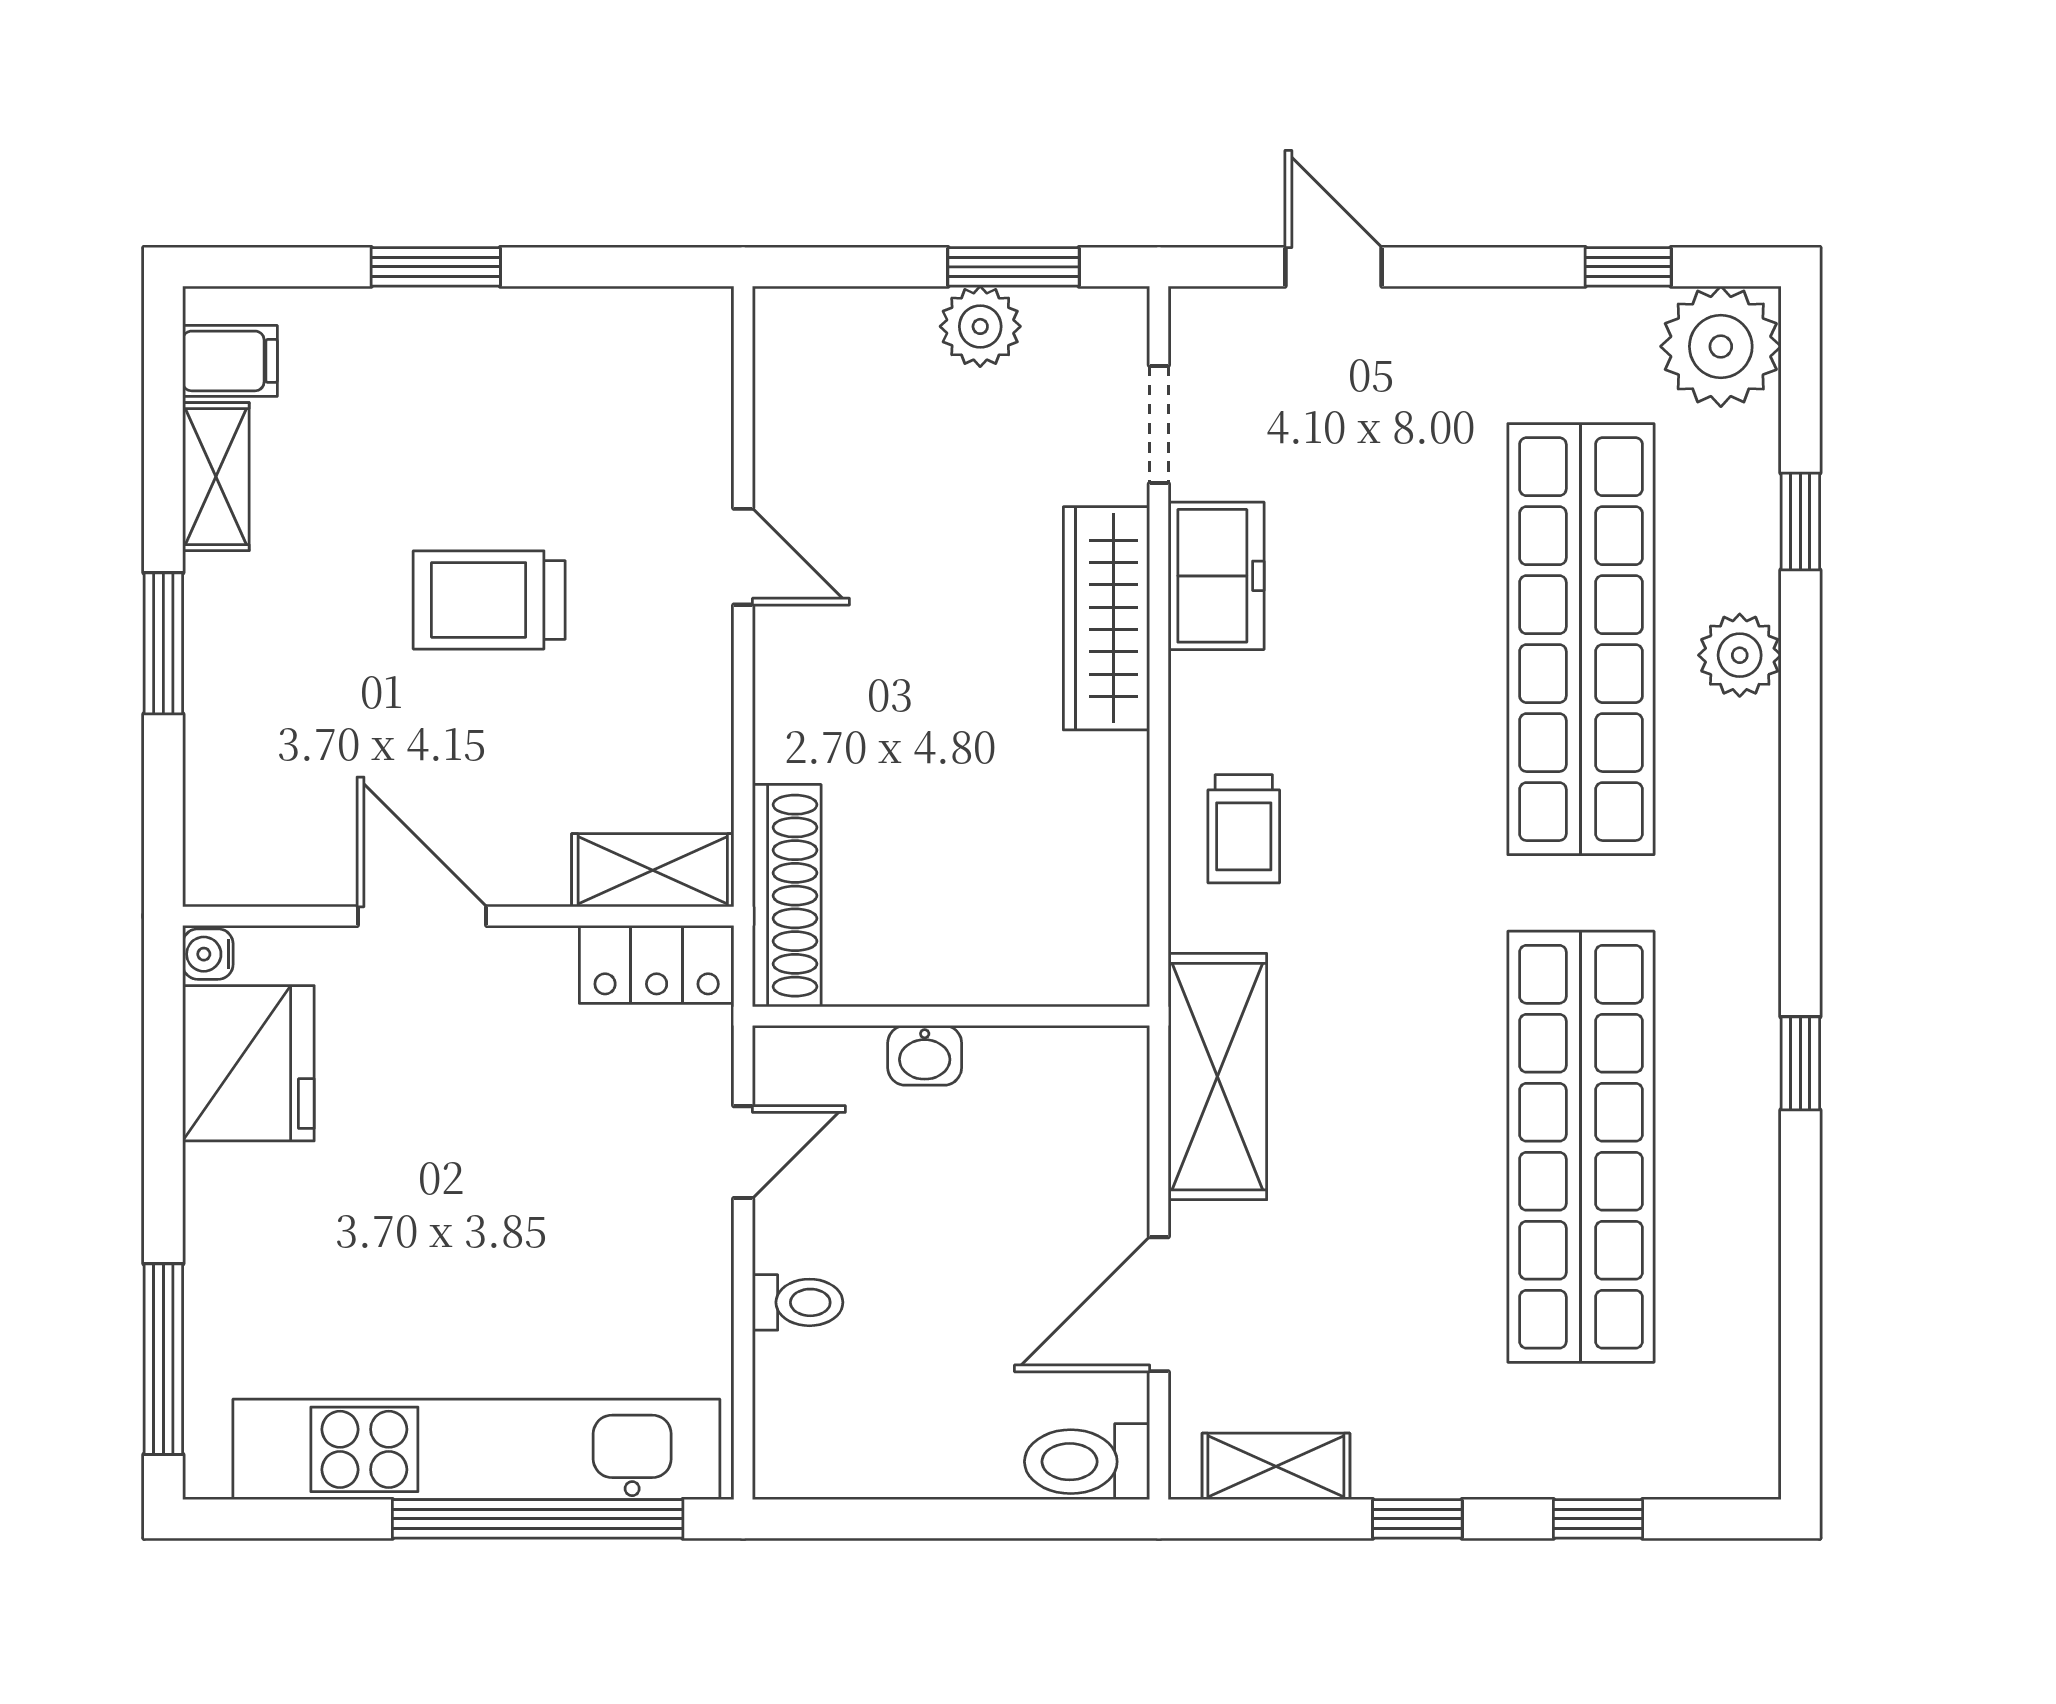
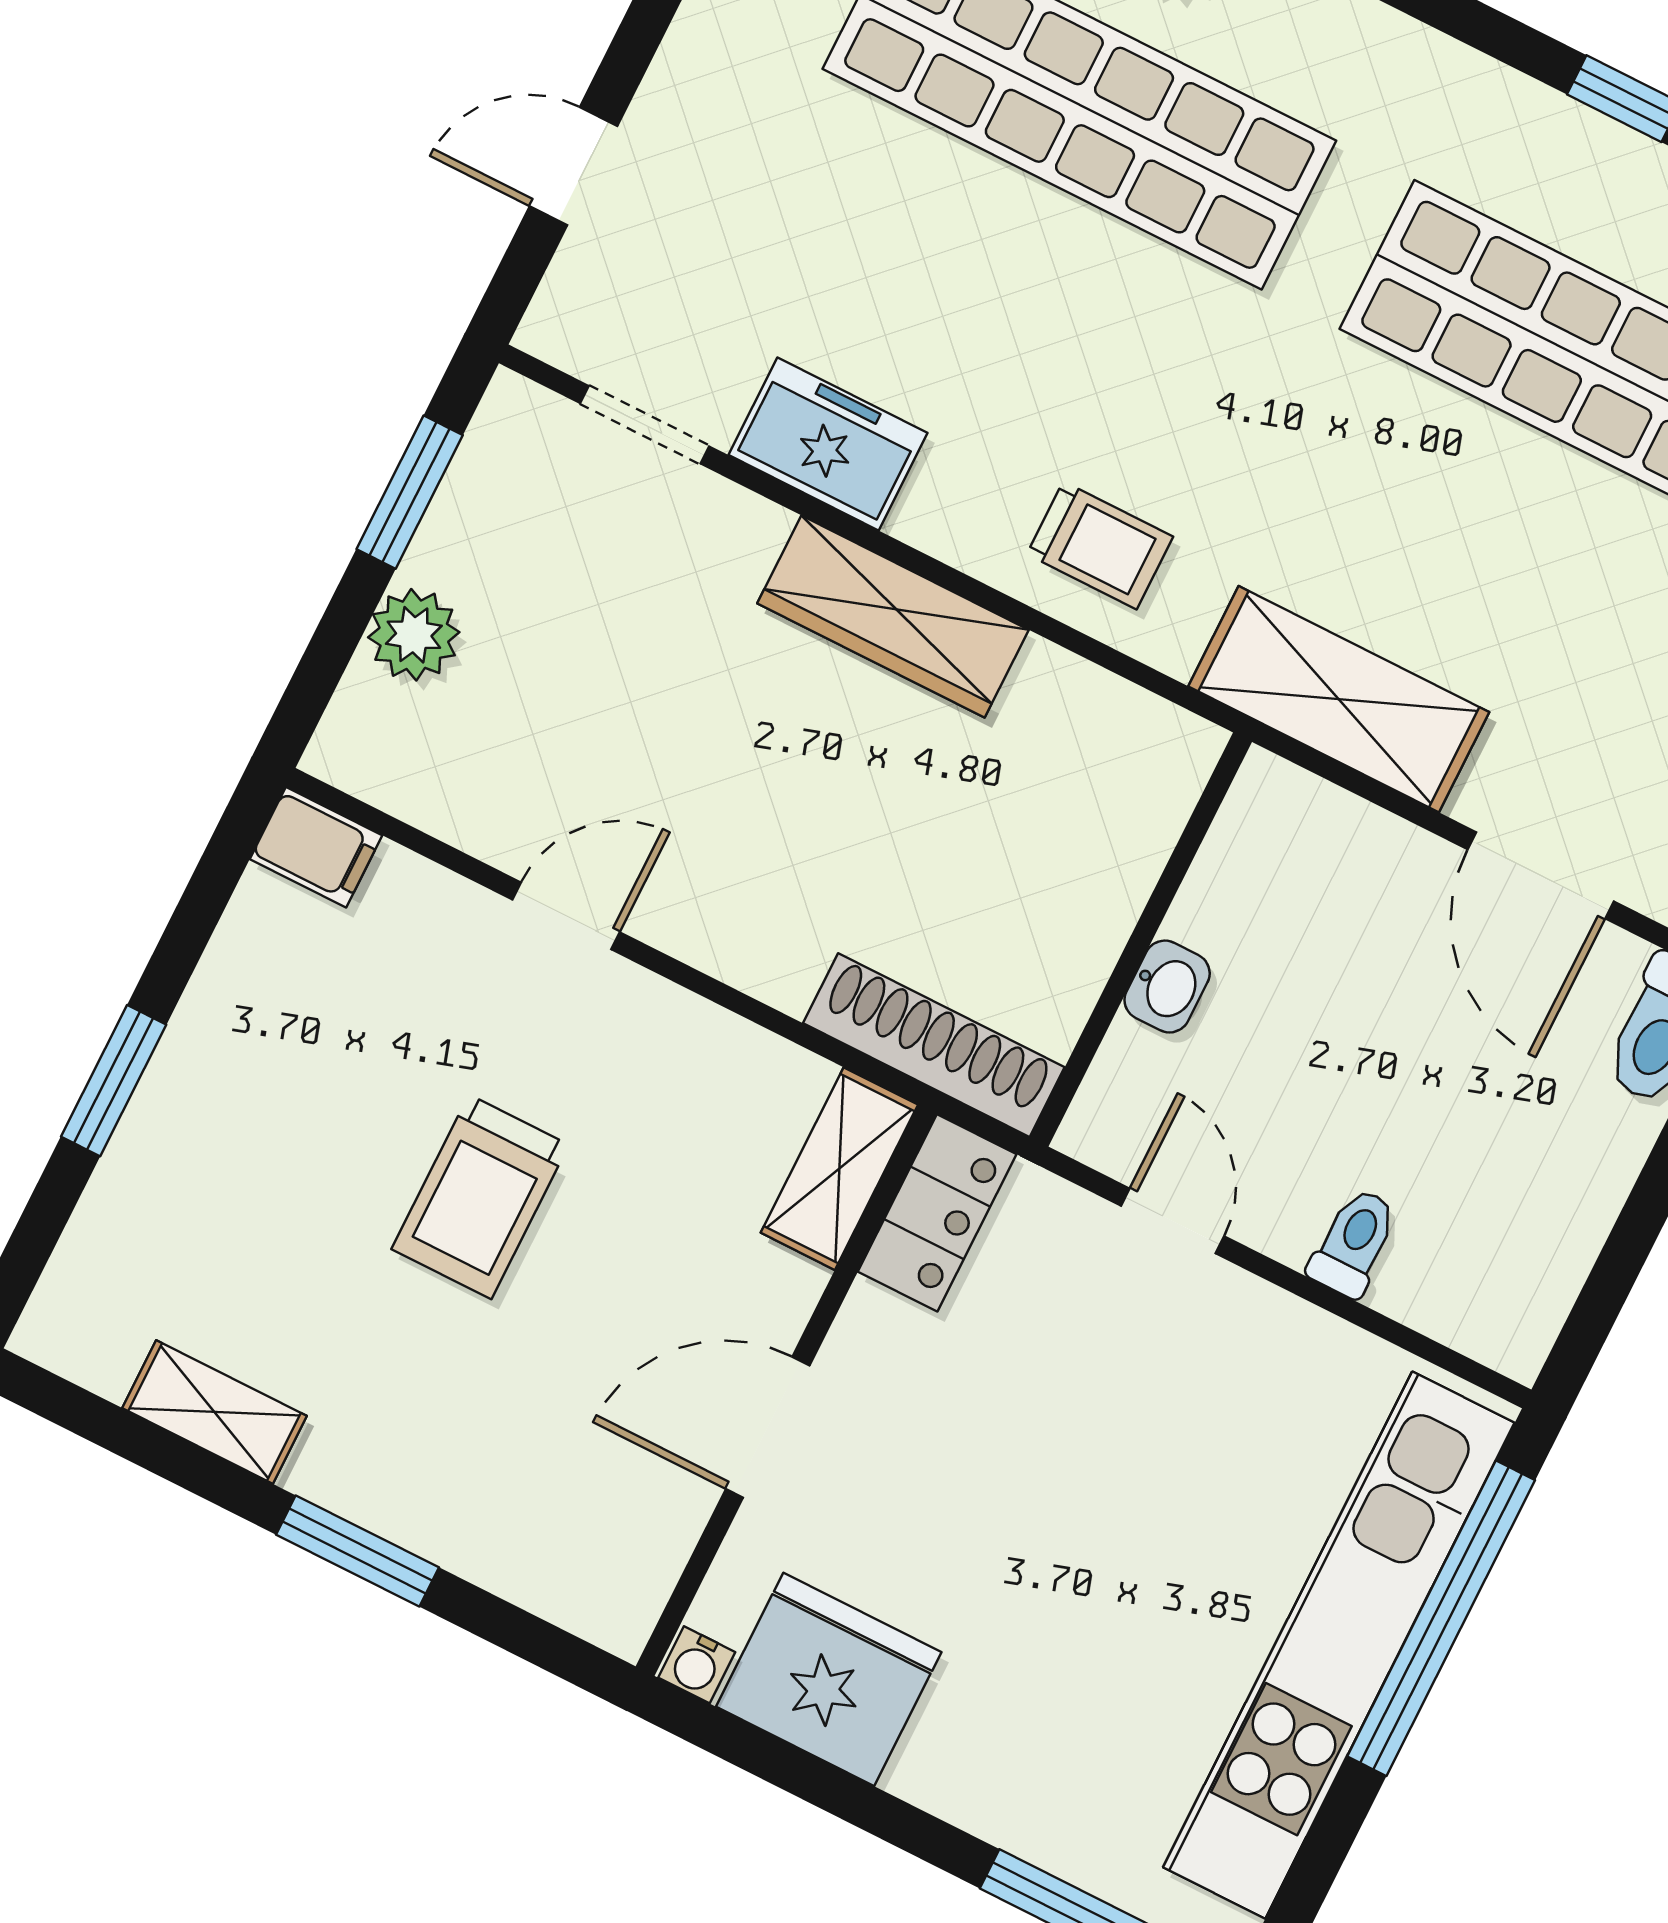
plant: (980, 326) -> (414, 635), moved
filing cabinet: (230, 361) -> (316, 847), moved, turned 90
wardrobe: (1107, 618) -> (893, 617), moved

